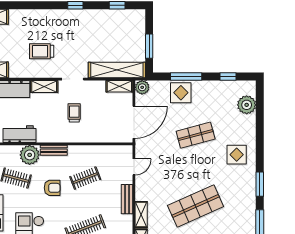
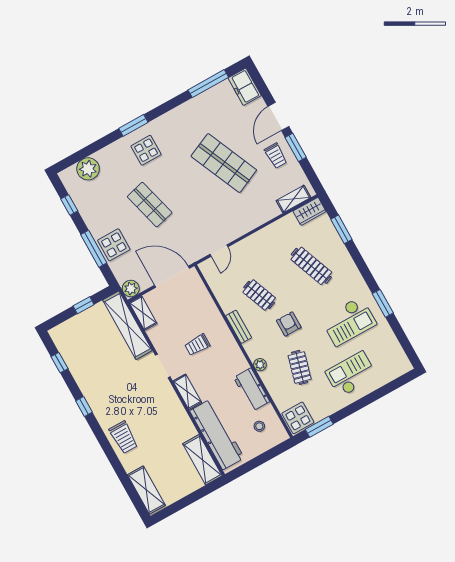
window: (149, 46) -> (84, 305), width x0.67
trolley: (42, 51) -> (124, 437), moved
bench: (54, 150) -> (239, 327), moved
plant: (30, 155) -> (260, 365), width x0.53, depth x0.53
door: (134, 167) -> (219, 251), swing flipped
window: (260, 184) -> (133, 125), moved
bench: (127, 199) -> (257, 239), removed
shelving: (141, 215) -> (265, 215), removed

